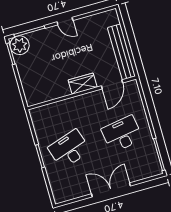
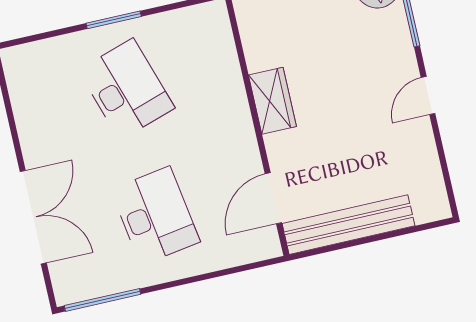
wardrobe: (83, 84) -> (272, 101), moved
door: (112, 84) -> (273, 198), hinge flipped
double door: (111, 190) -> (33, 217), moved

